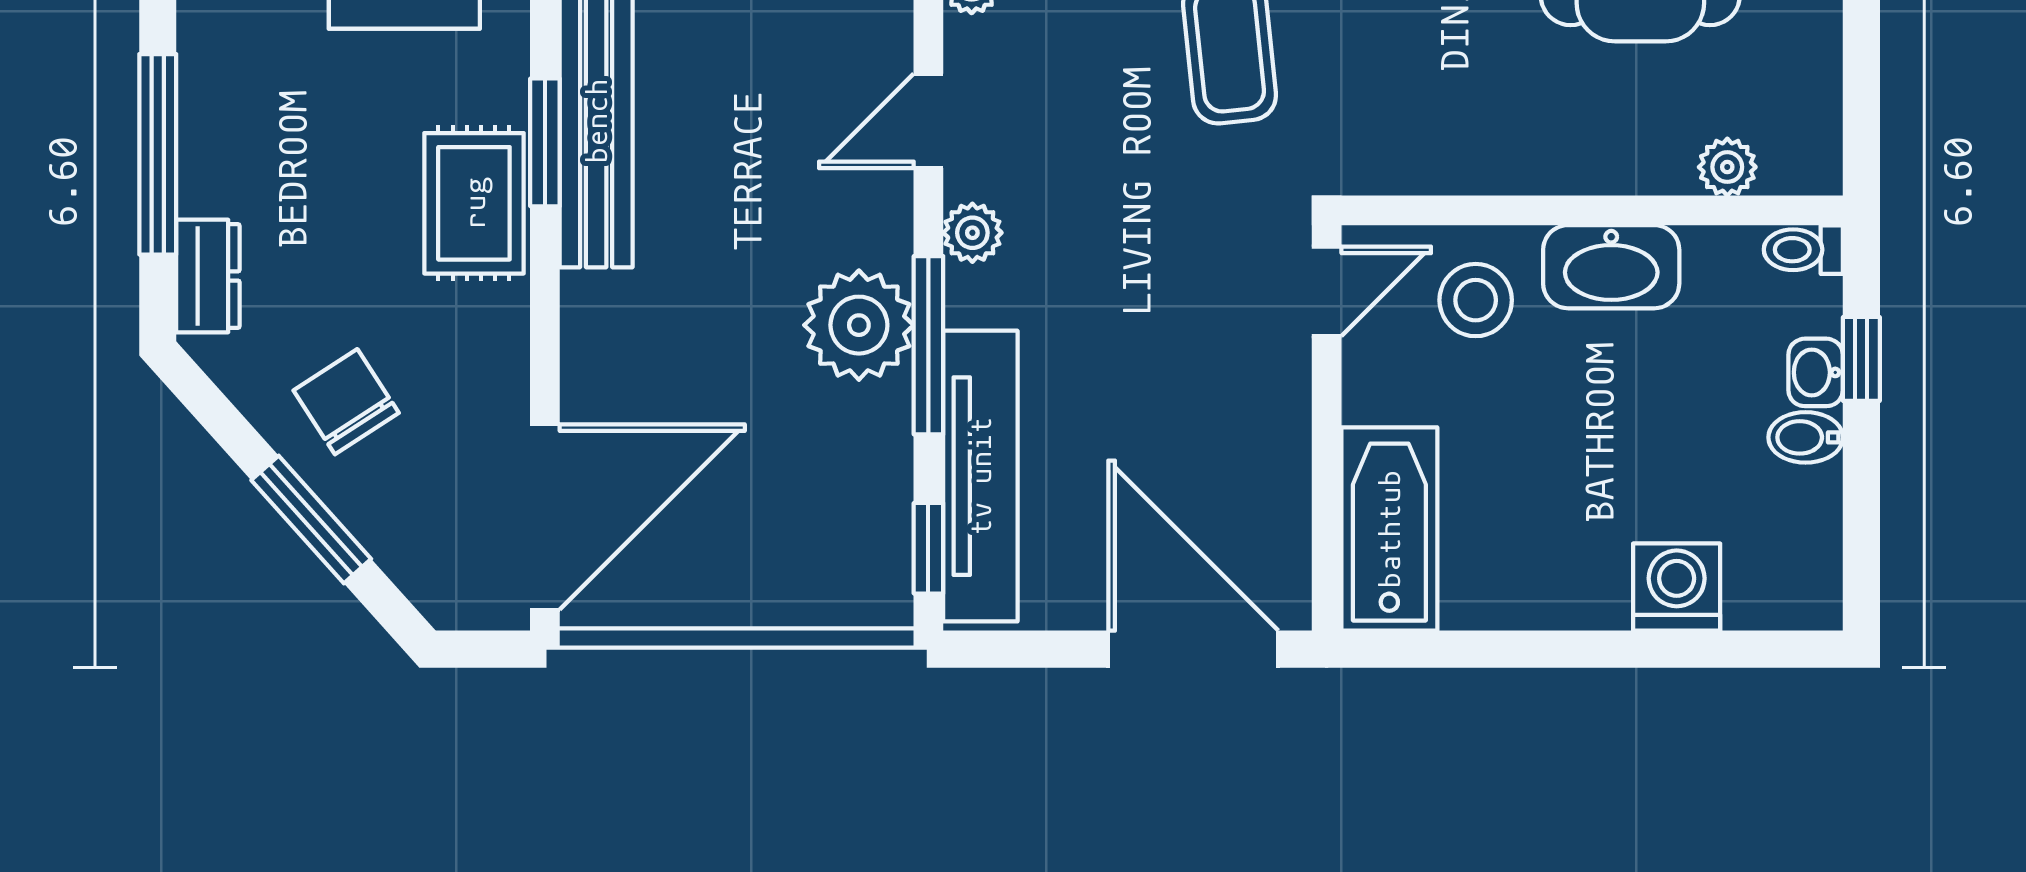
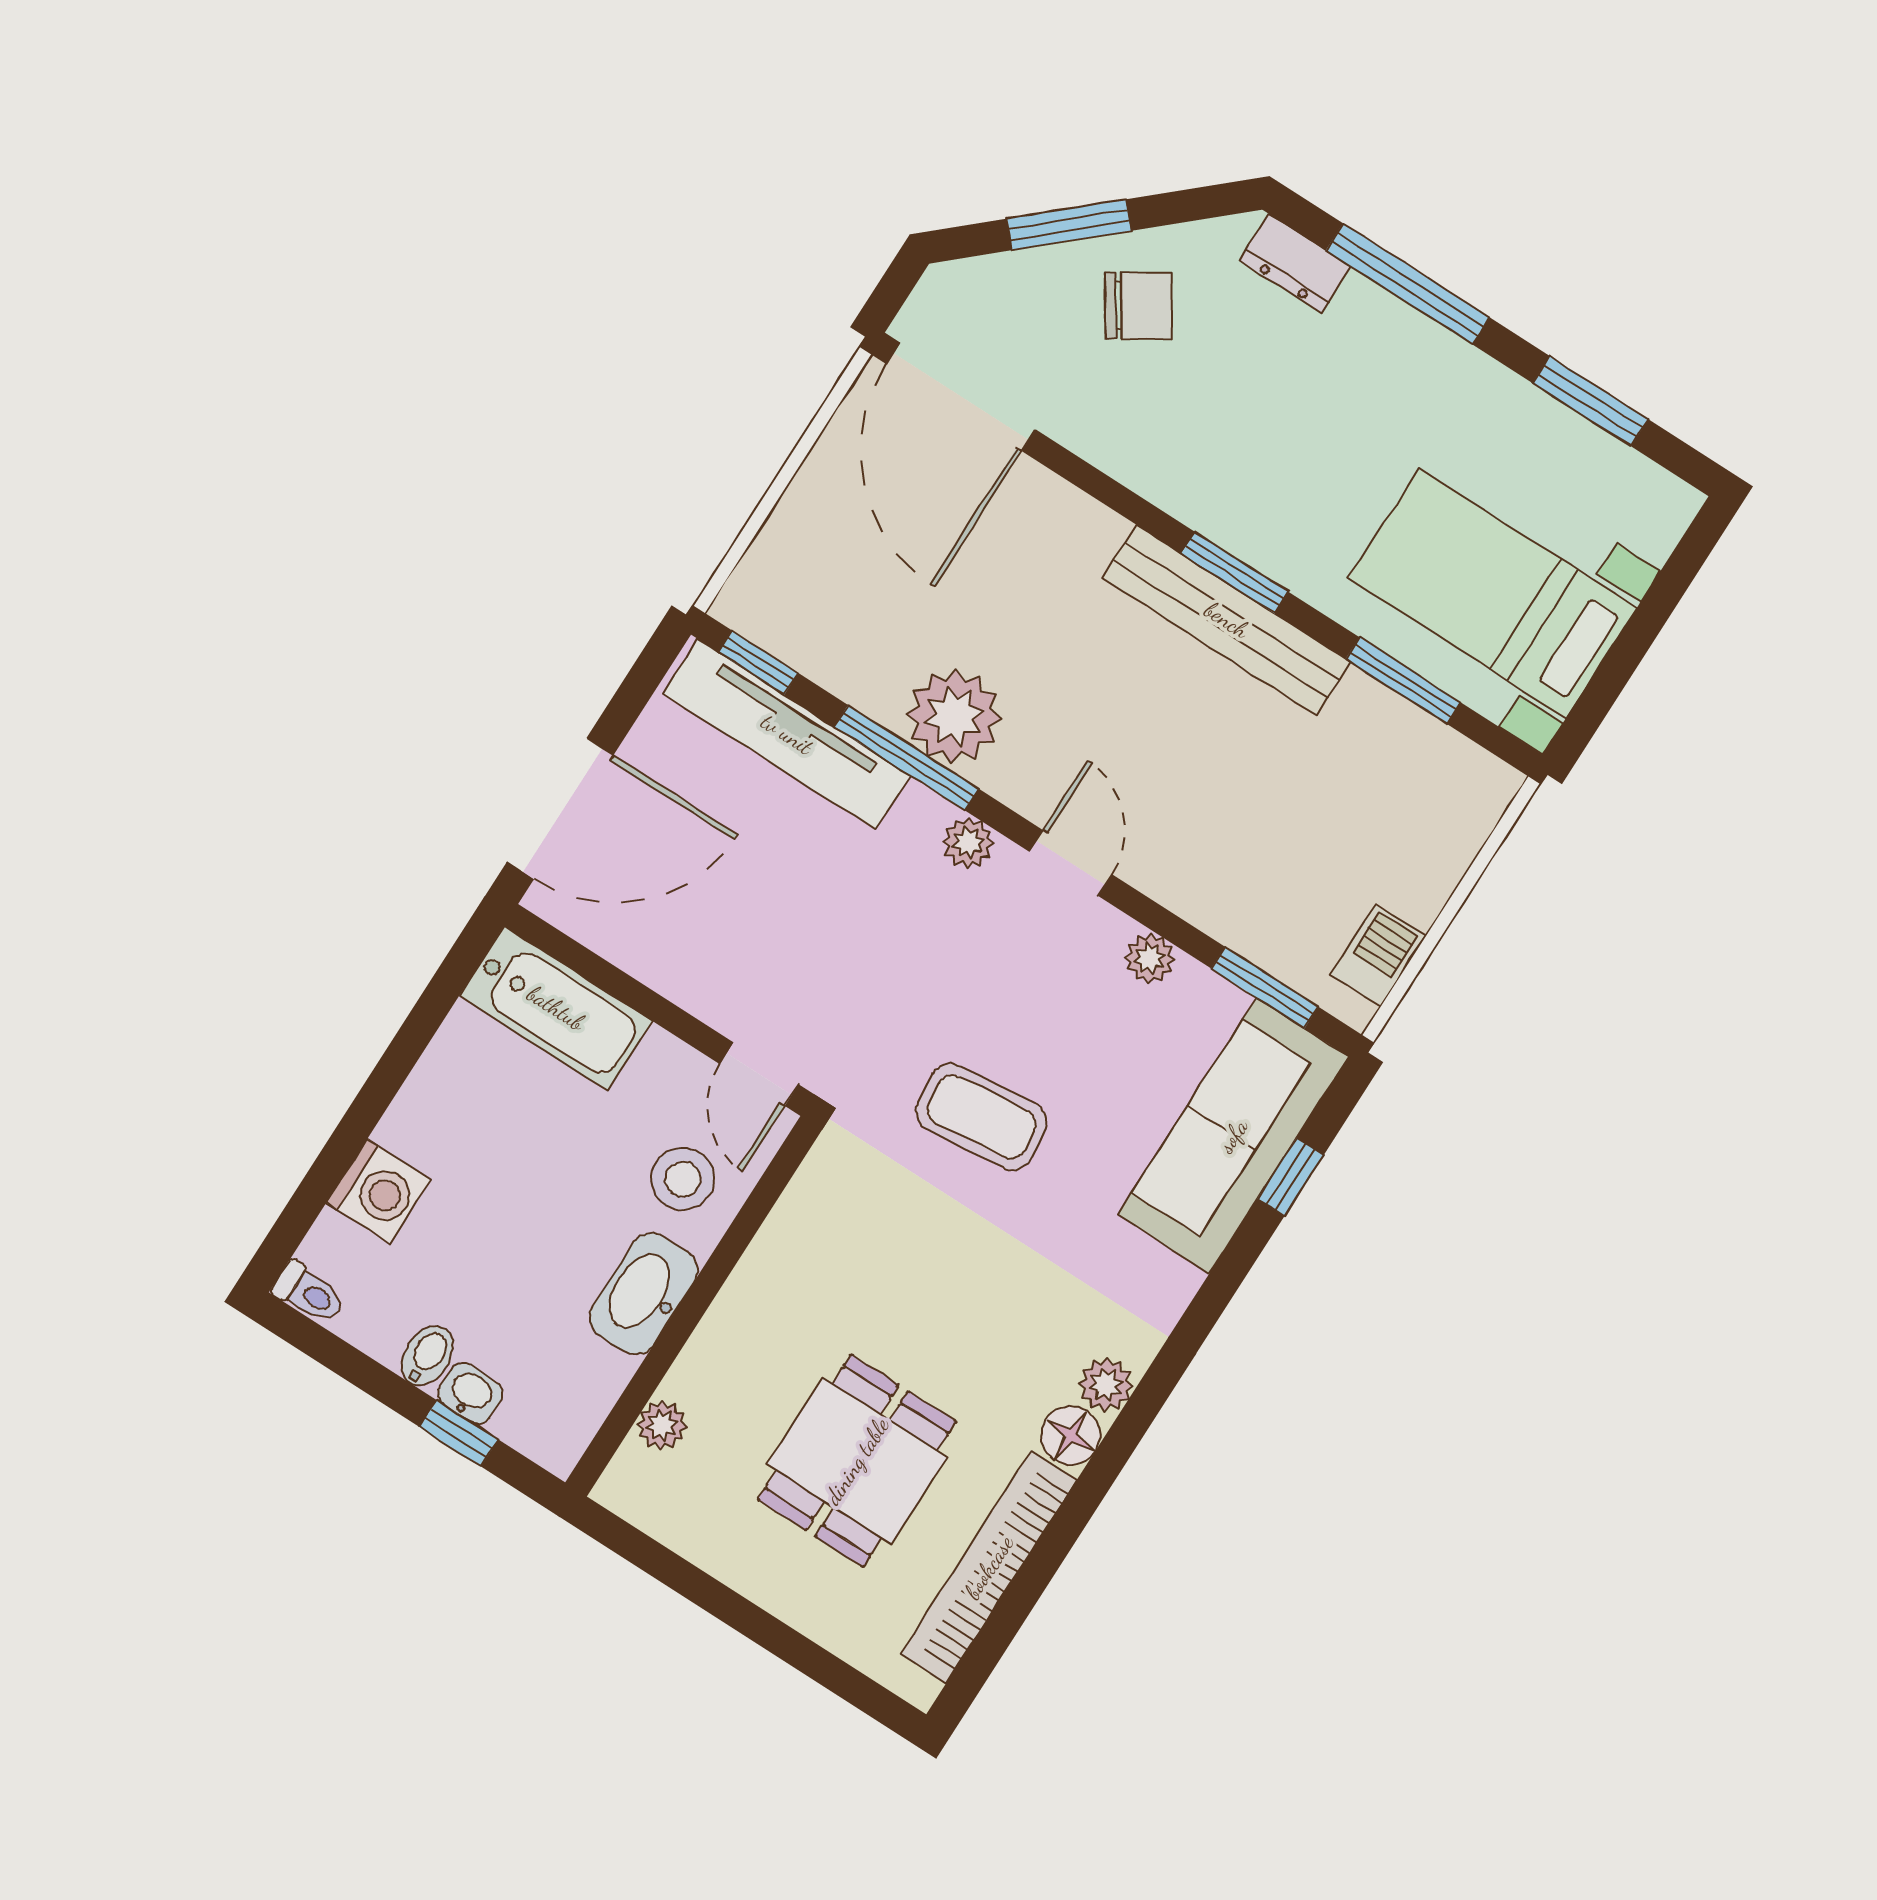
rug: (474, 203) -> (1224, 492), removed
toilet: (1803, 250) -> (309, 1293), moved, turned 90

